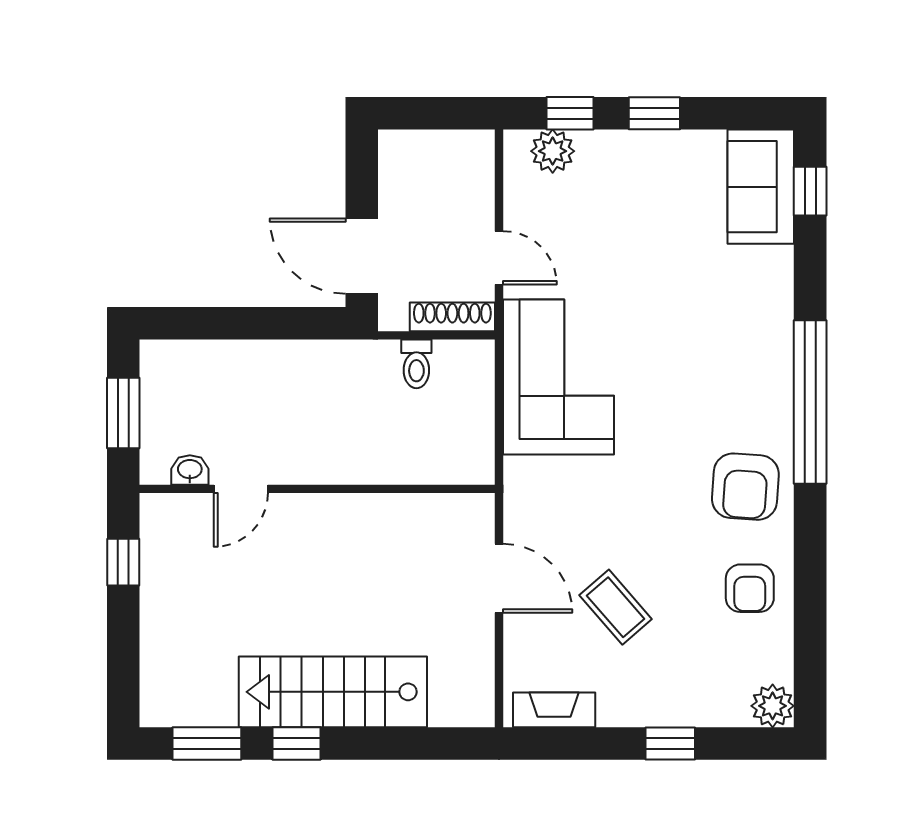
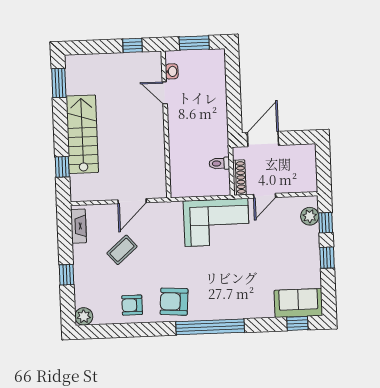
window: (296, 743) -> (62, 167), moved

